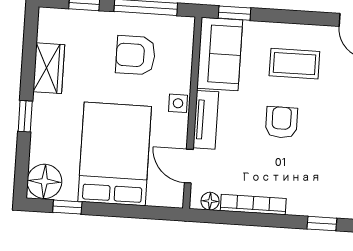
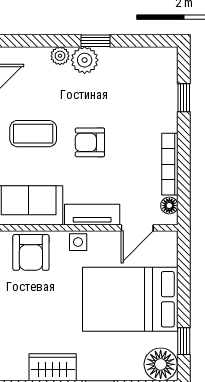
armchair: (136, 55) -> (31, 252), moved
coffee table: (294, 64) -> (33, 134), turned 90

